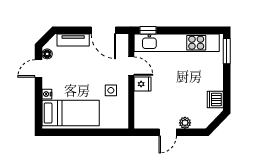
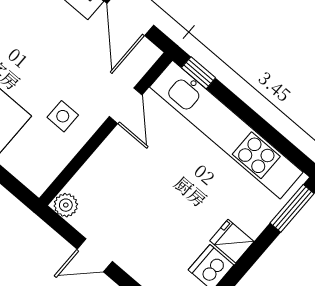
fridge: (143, 84) -> (232, 241), moved, turned 180
plant: (185, 123) -> (66, 205), moved

